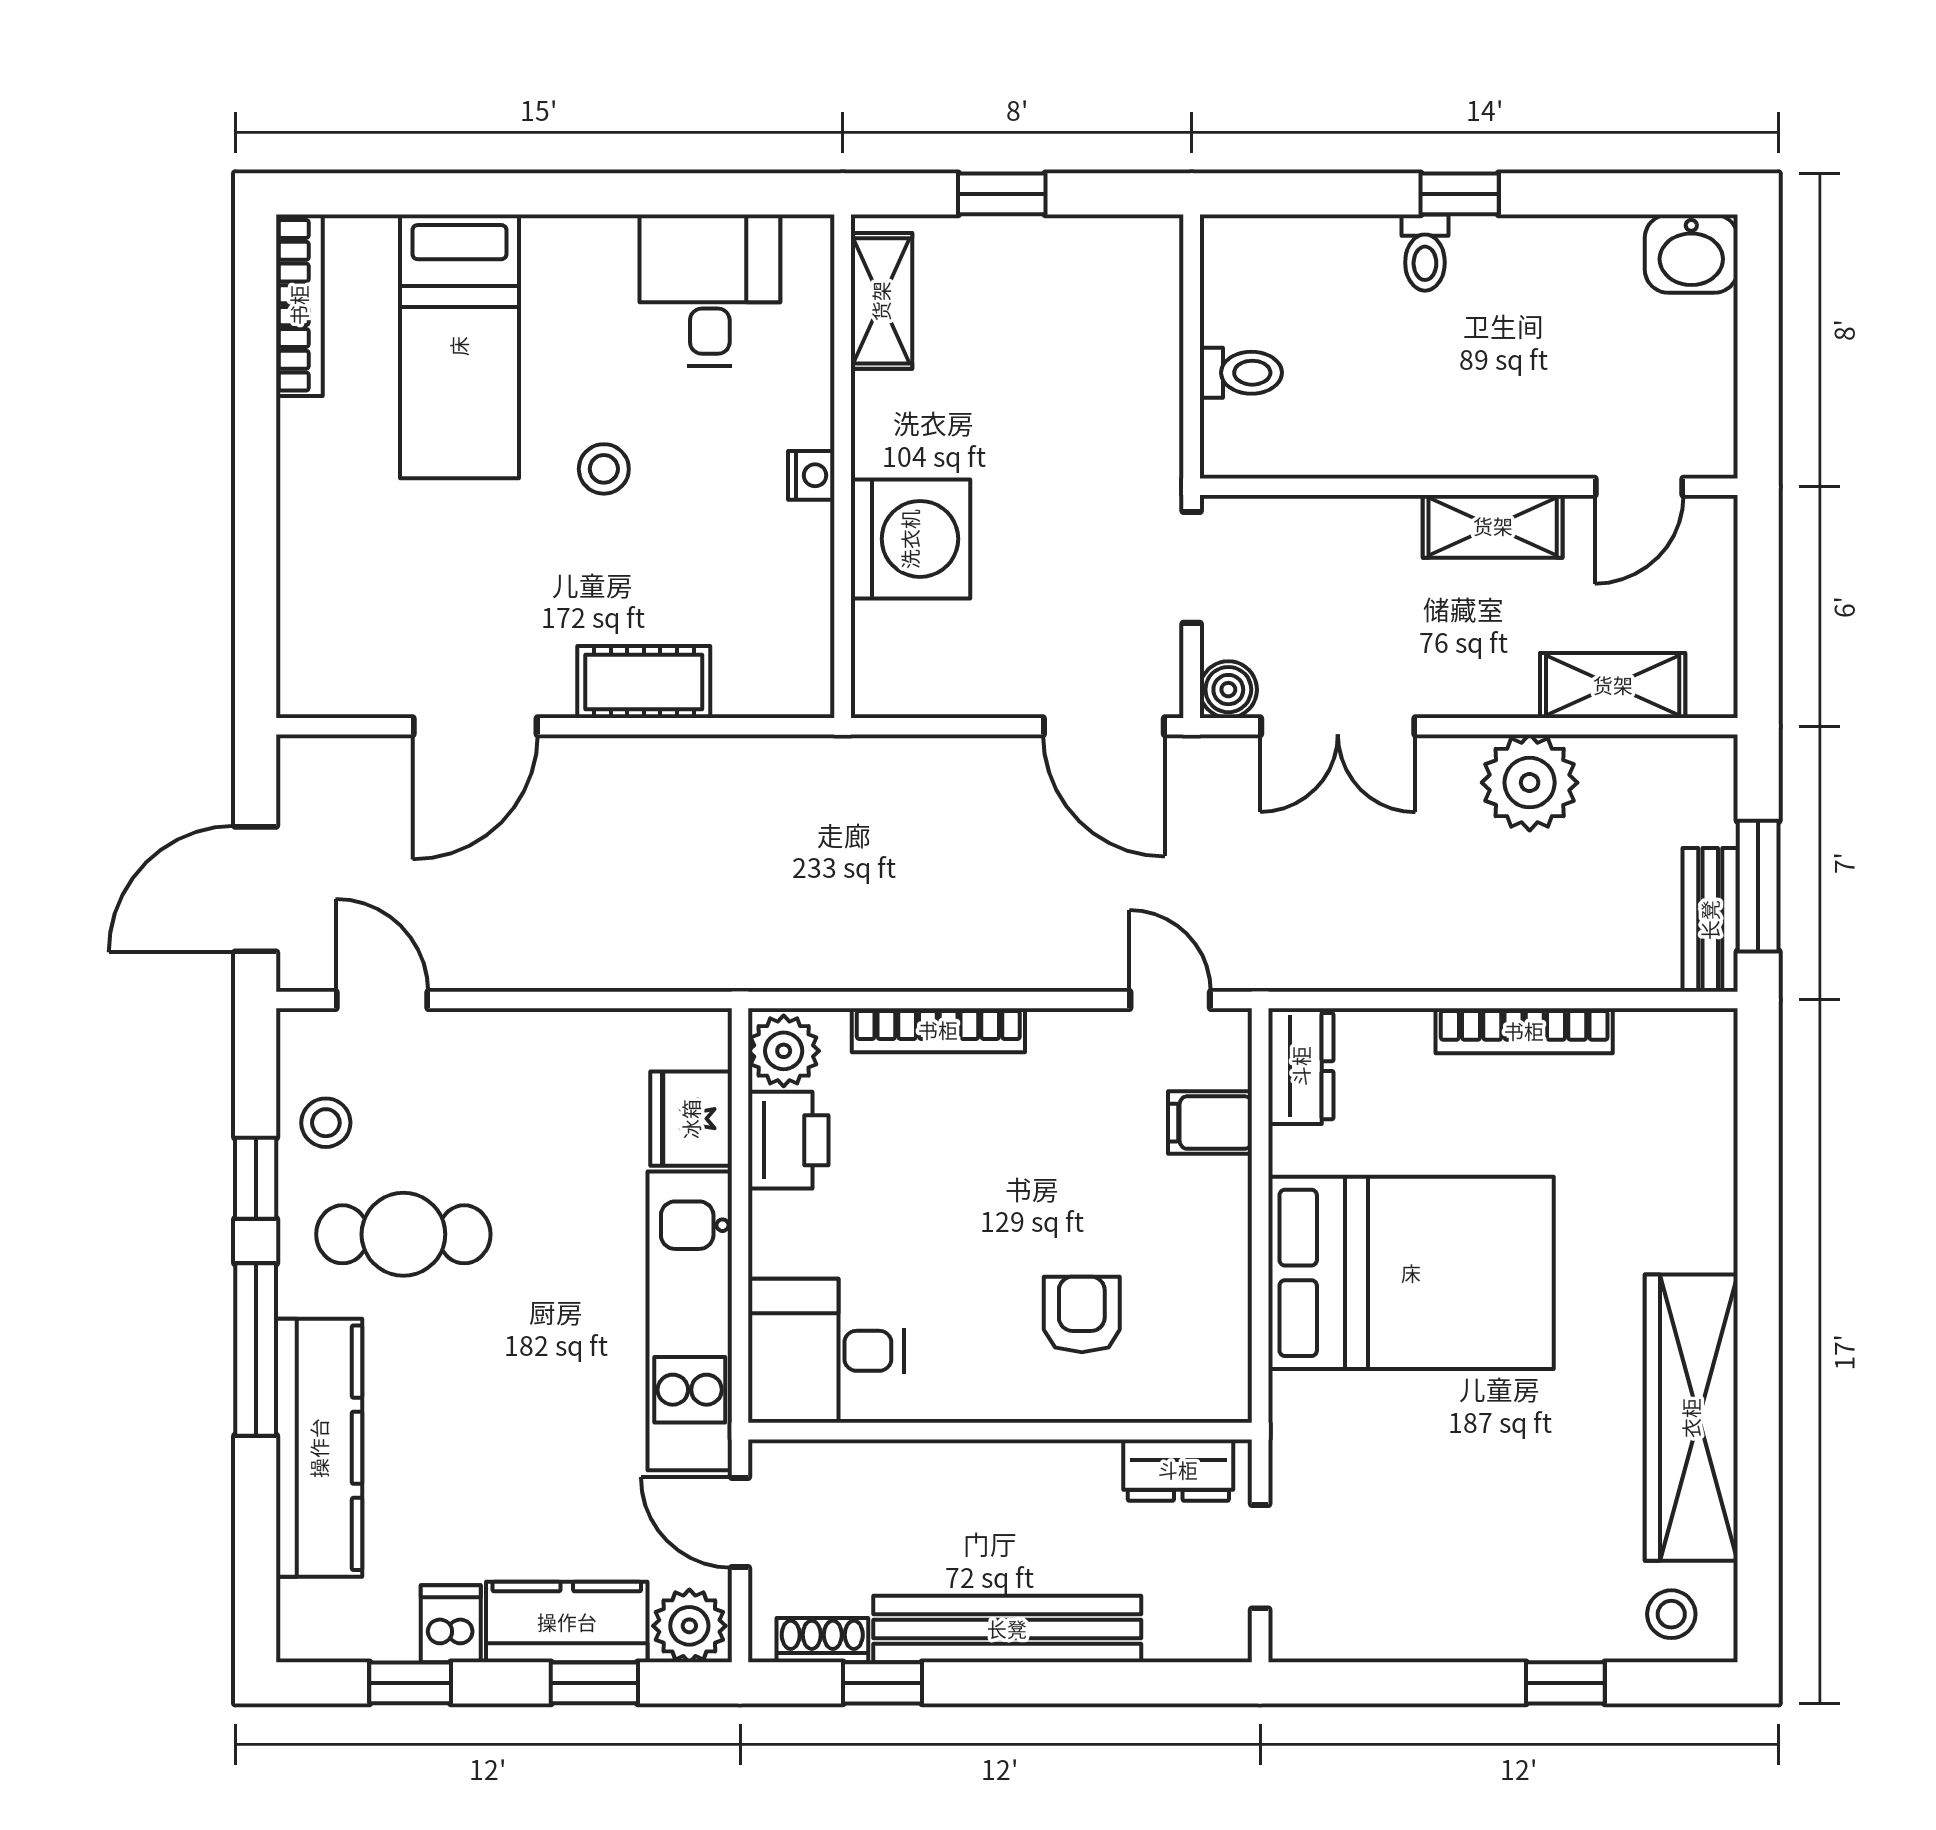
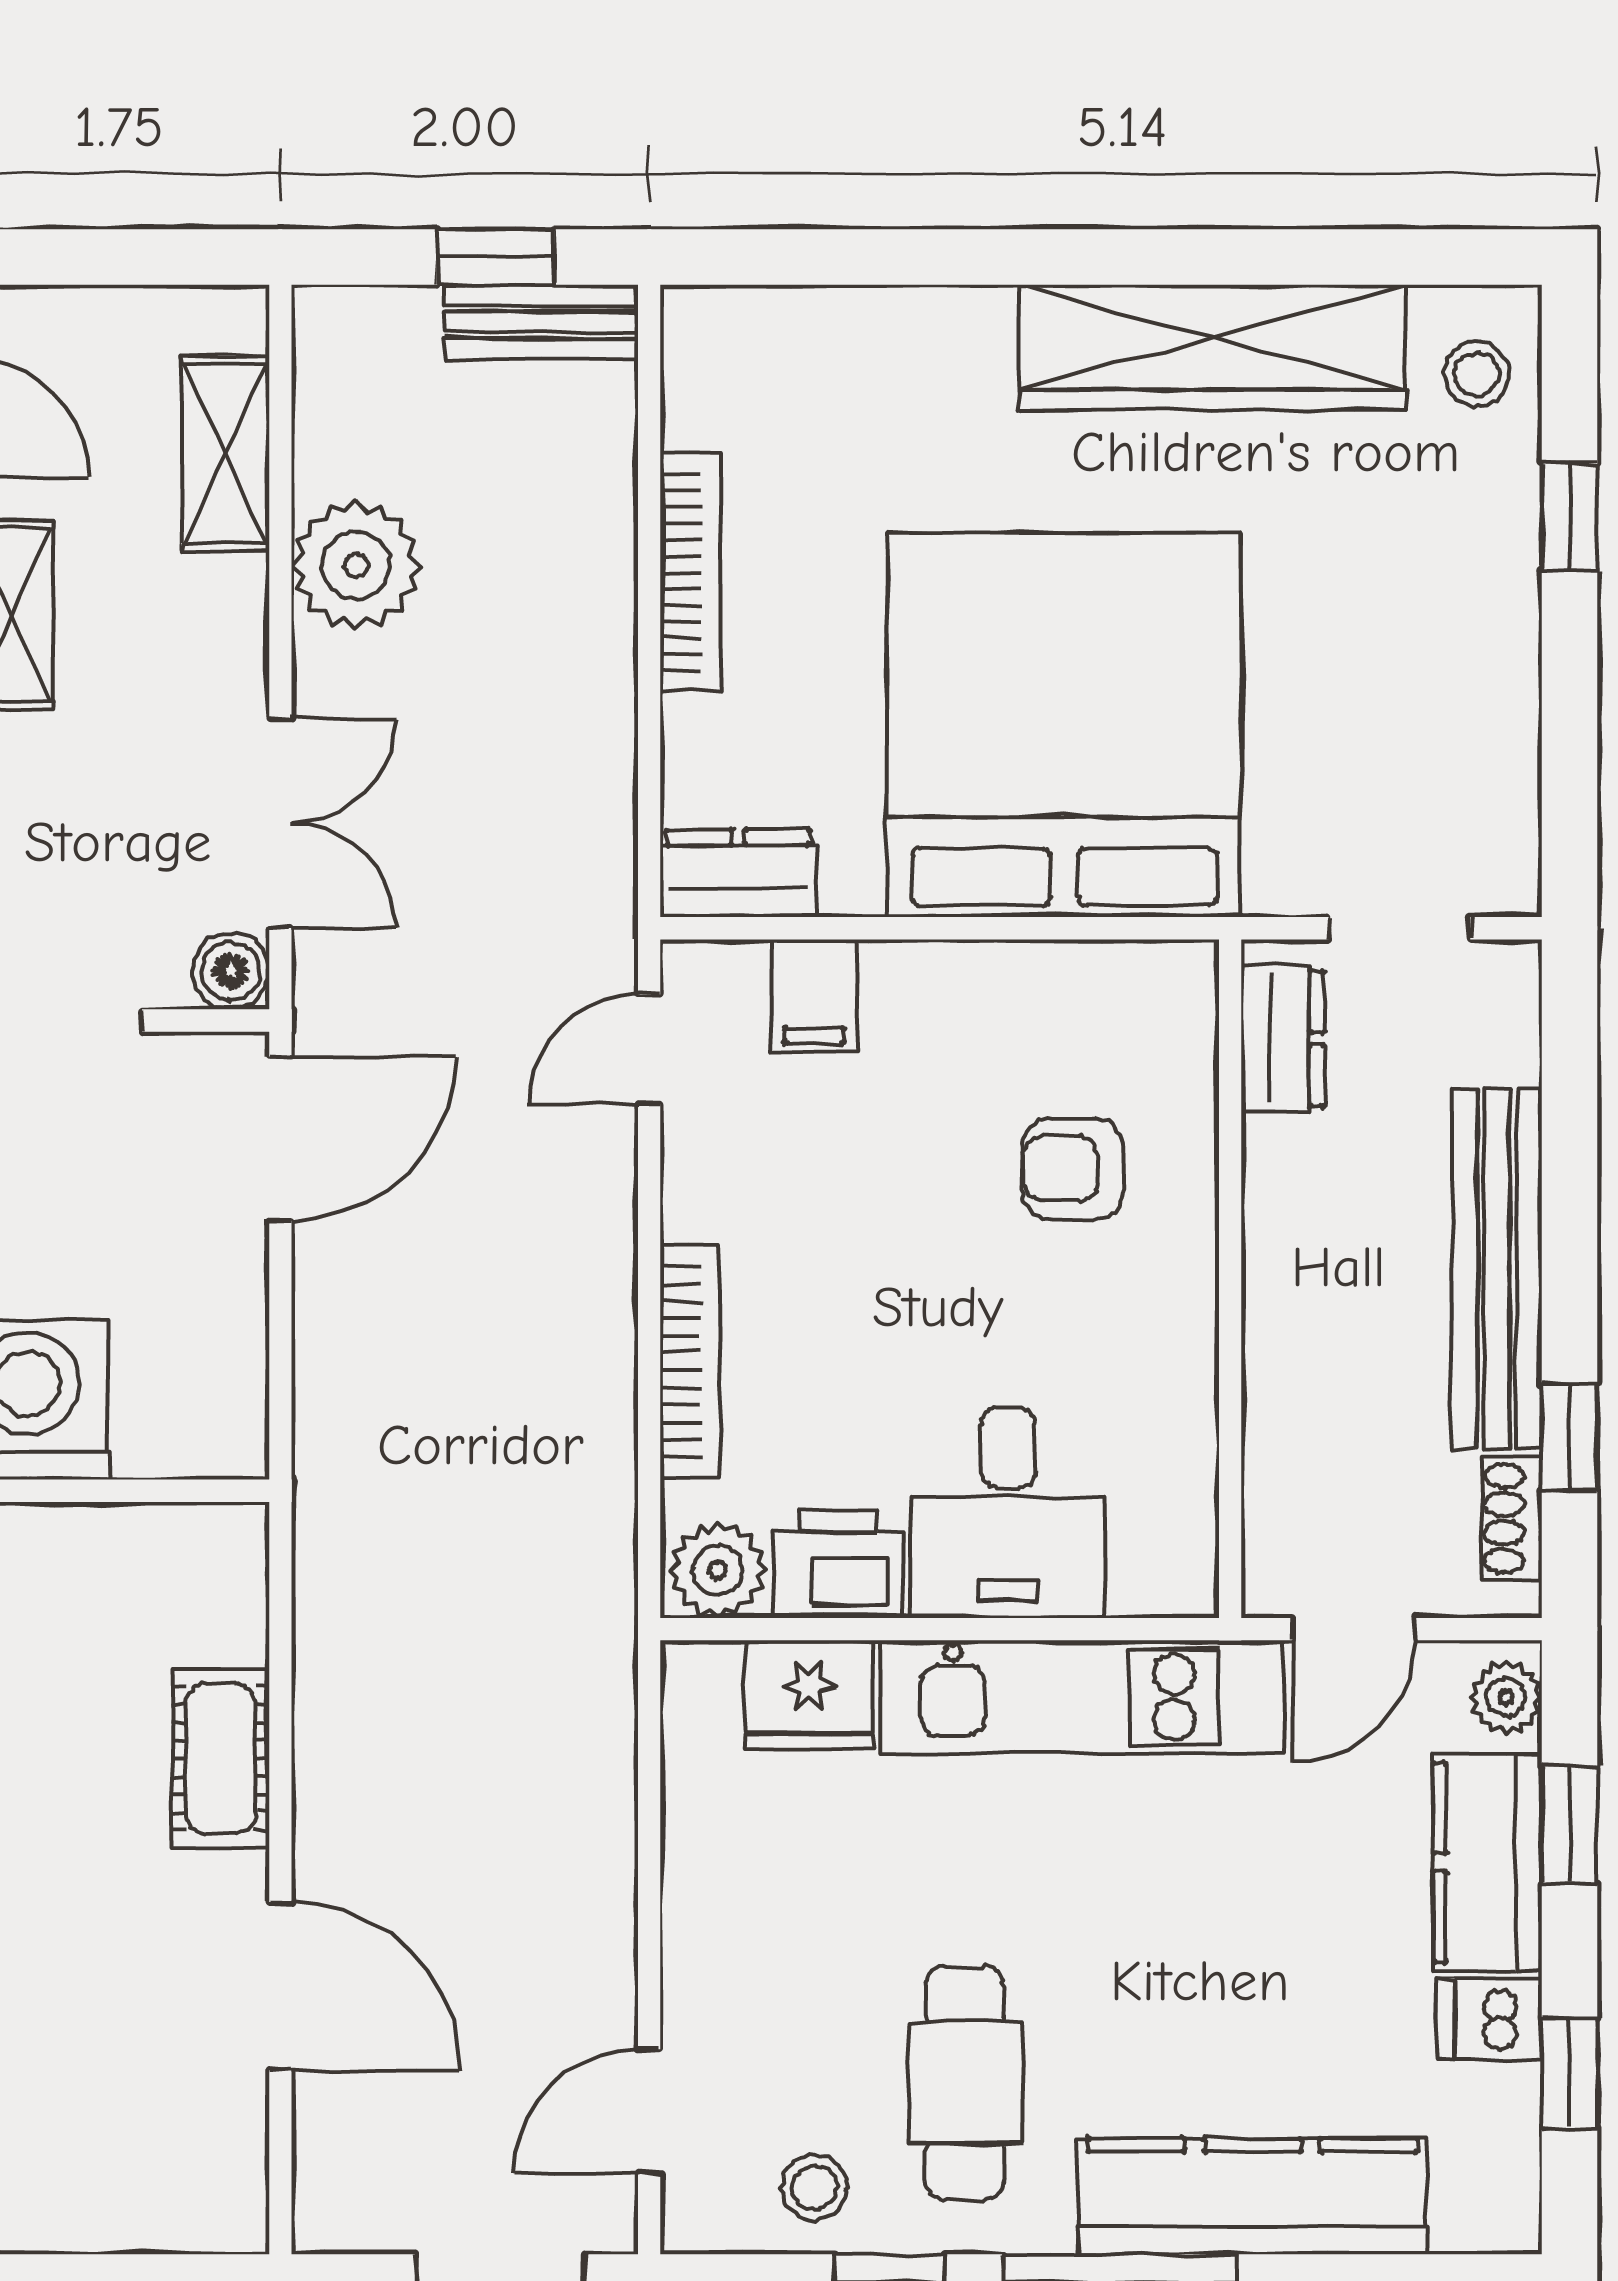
window: (1758, 886) -> (496, 257), width x0.67
bed: (1411, 1273) -> (1064, 725), width x1.36
desk: (826, 1351) -> (1008, 1513), moved
plant: (689, 1626) -> (1506, 1697), width x0.73, depth x0.73

